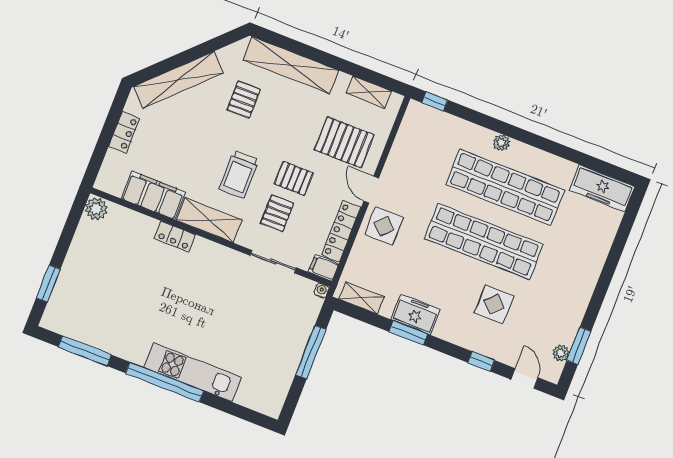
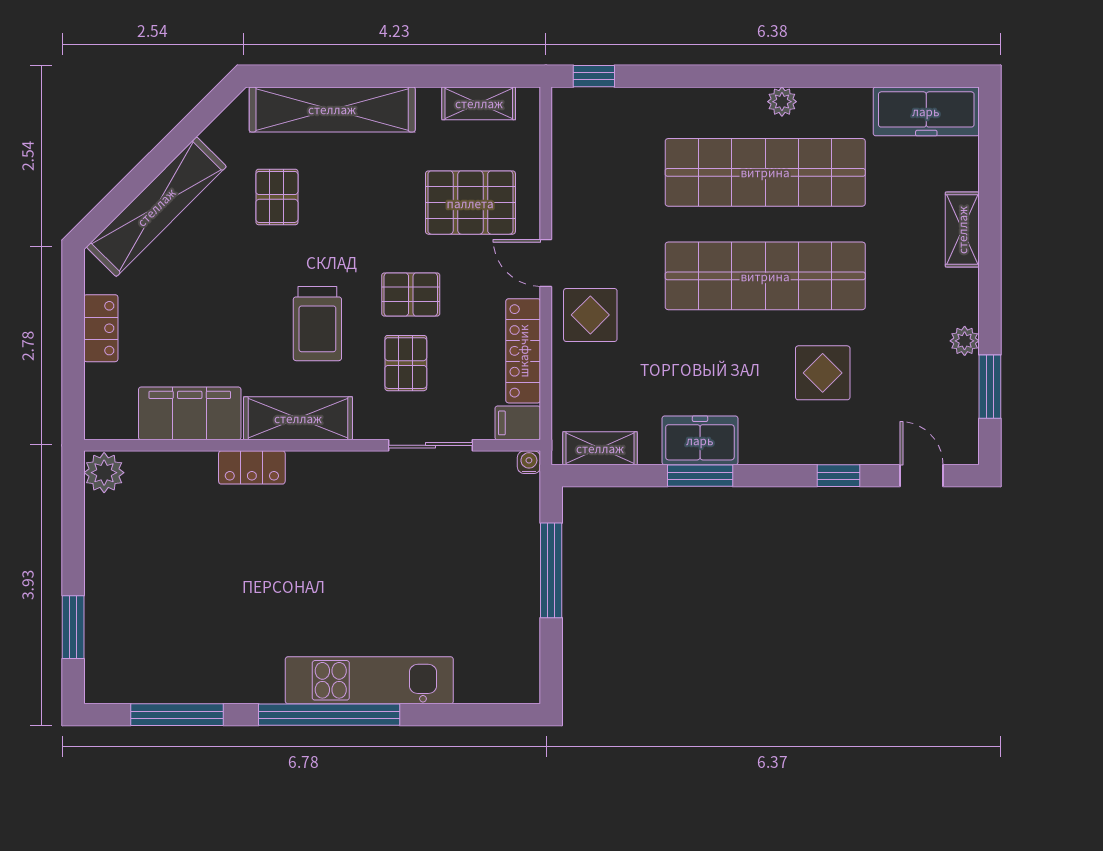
plant: (501, 143) -> (782, 102), moved
shelving: (597, 258) -> (962, 230), added
plant: (561, 353) -> (965, 341), moved

